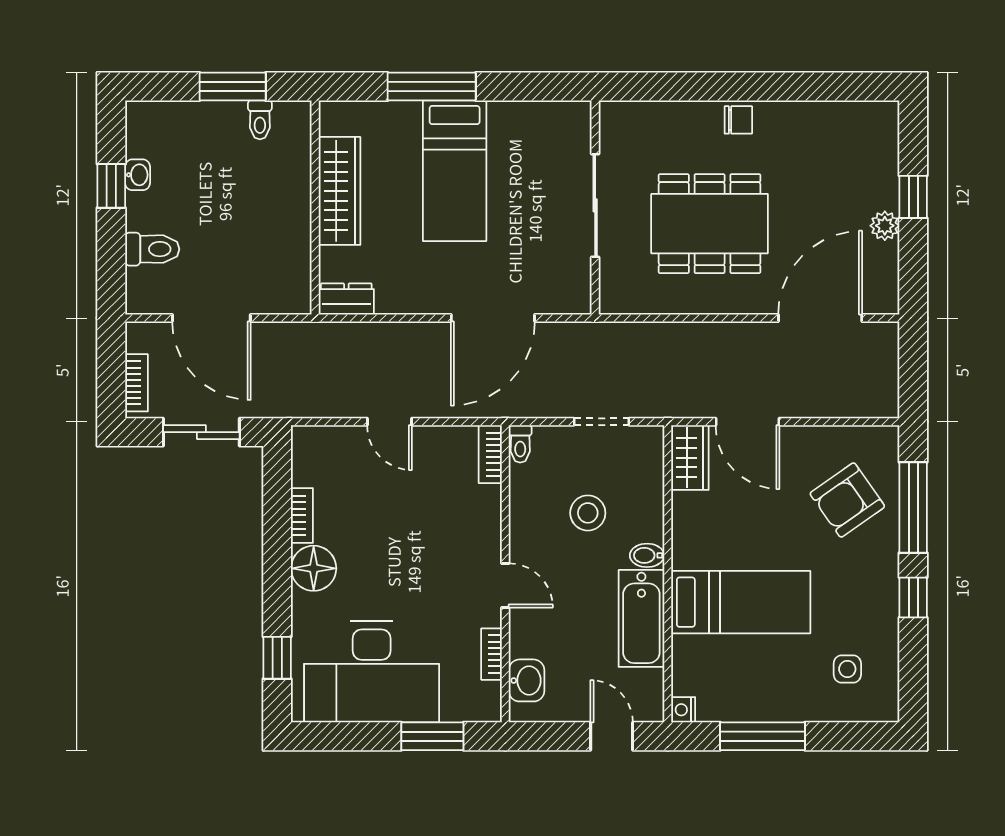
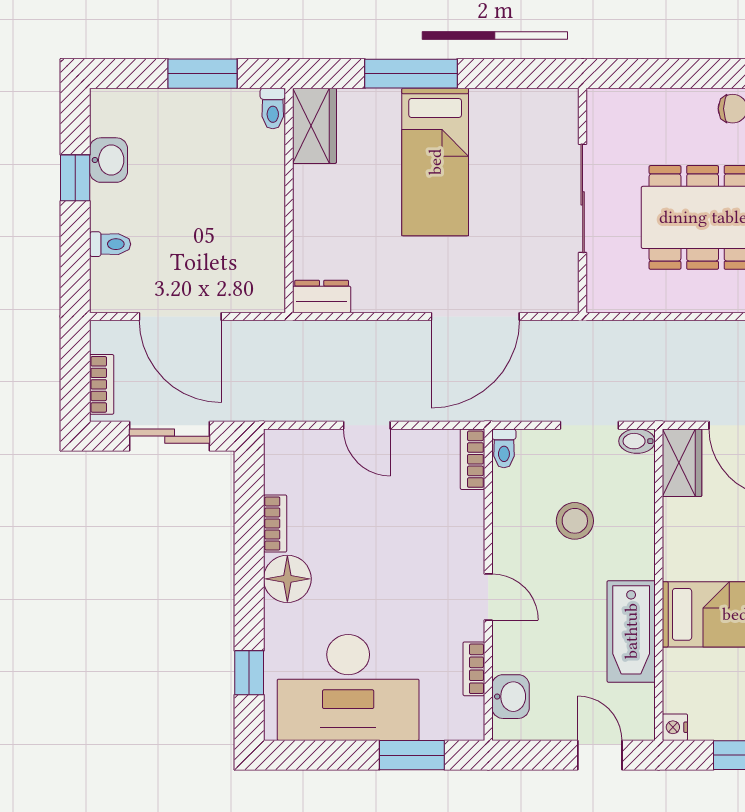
toilet: (260, 120) -> (273, 109), moved
washbasin: (138, 175) -> (109, 160), width x1.38, depth x1.45
wardrobe: (340, 191) -> (314, 126), moved, width x0.67
toilet: (152, 249) -> (110, 244), width x0.73, depth x0.72
bidet: (647, 555) -> (637, 441), moved

